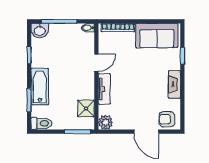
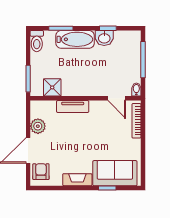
washbasin: (40, 31) -> (104, 38), moved, turned -90
sofa: (157, 36) -> (115, 173), moved, turned 90
door: (96, 63) -> (117, 98), moved
plant: (106, 122) -> (38, 126), moved

